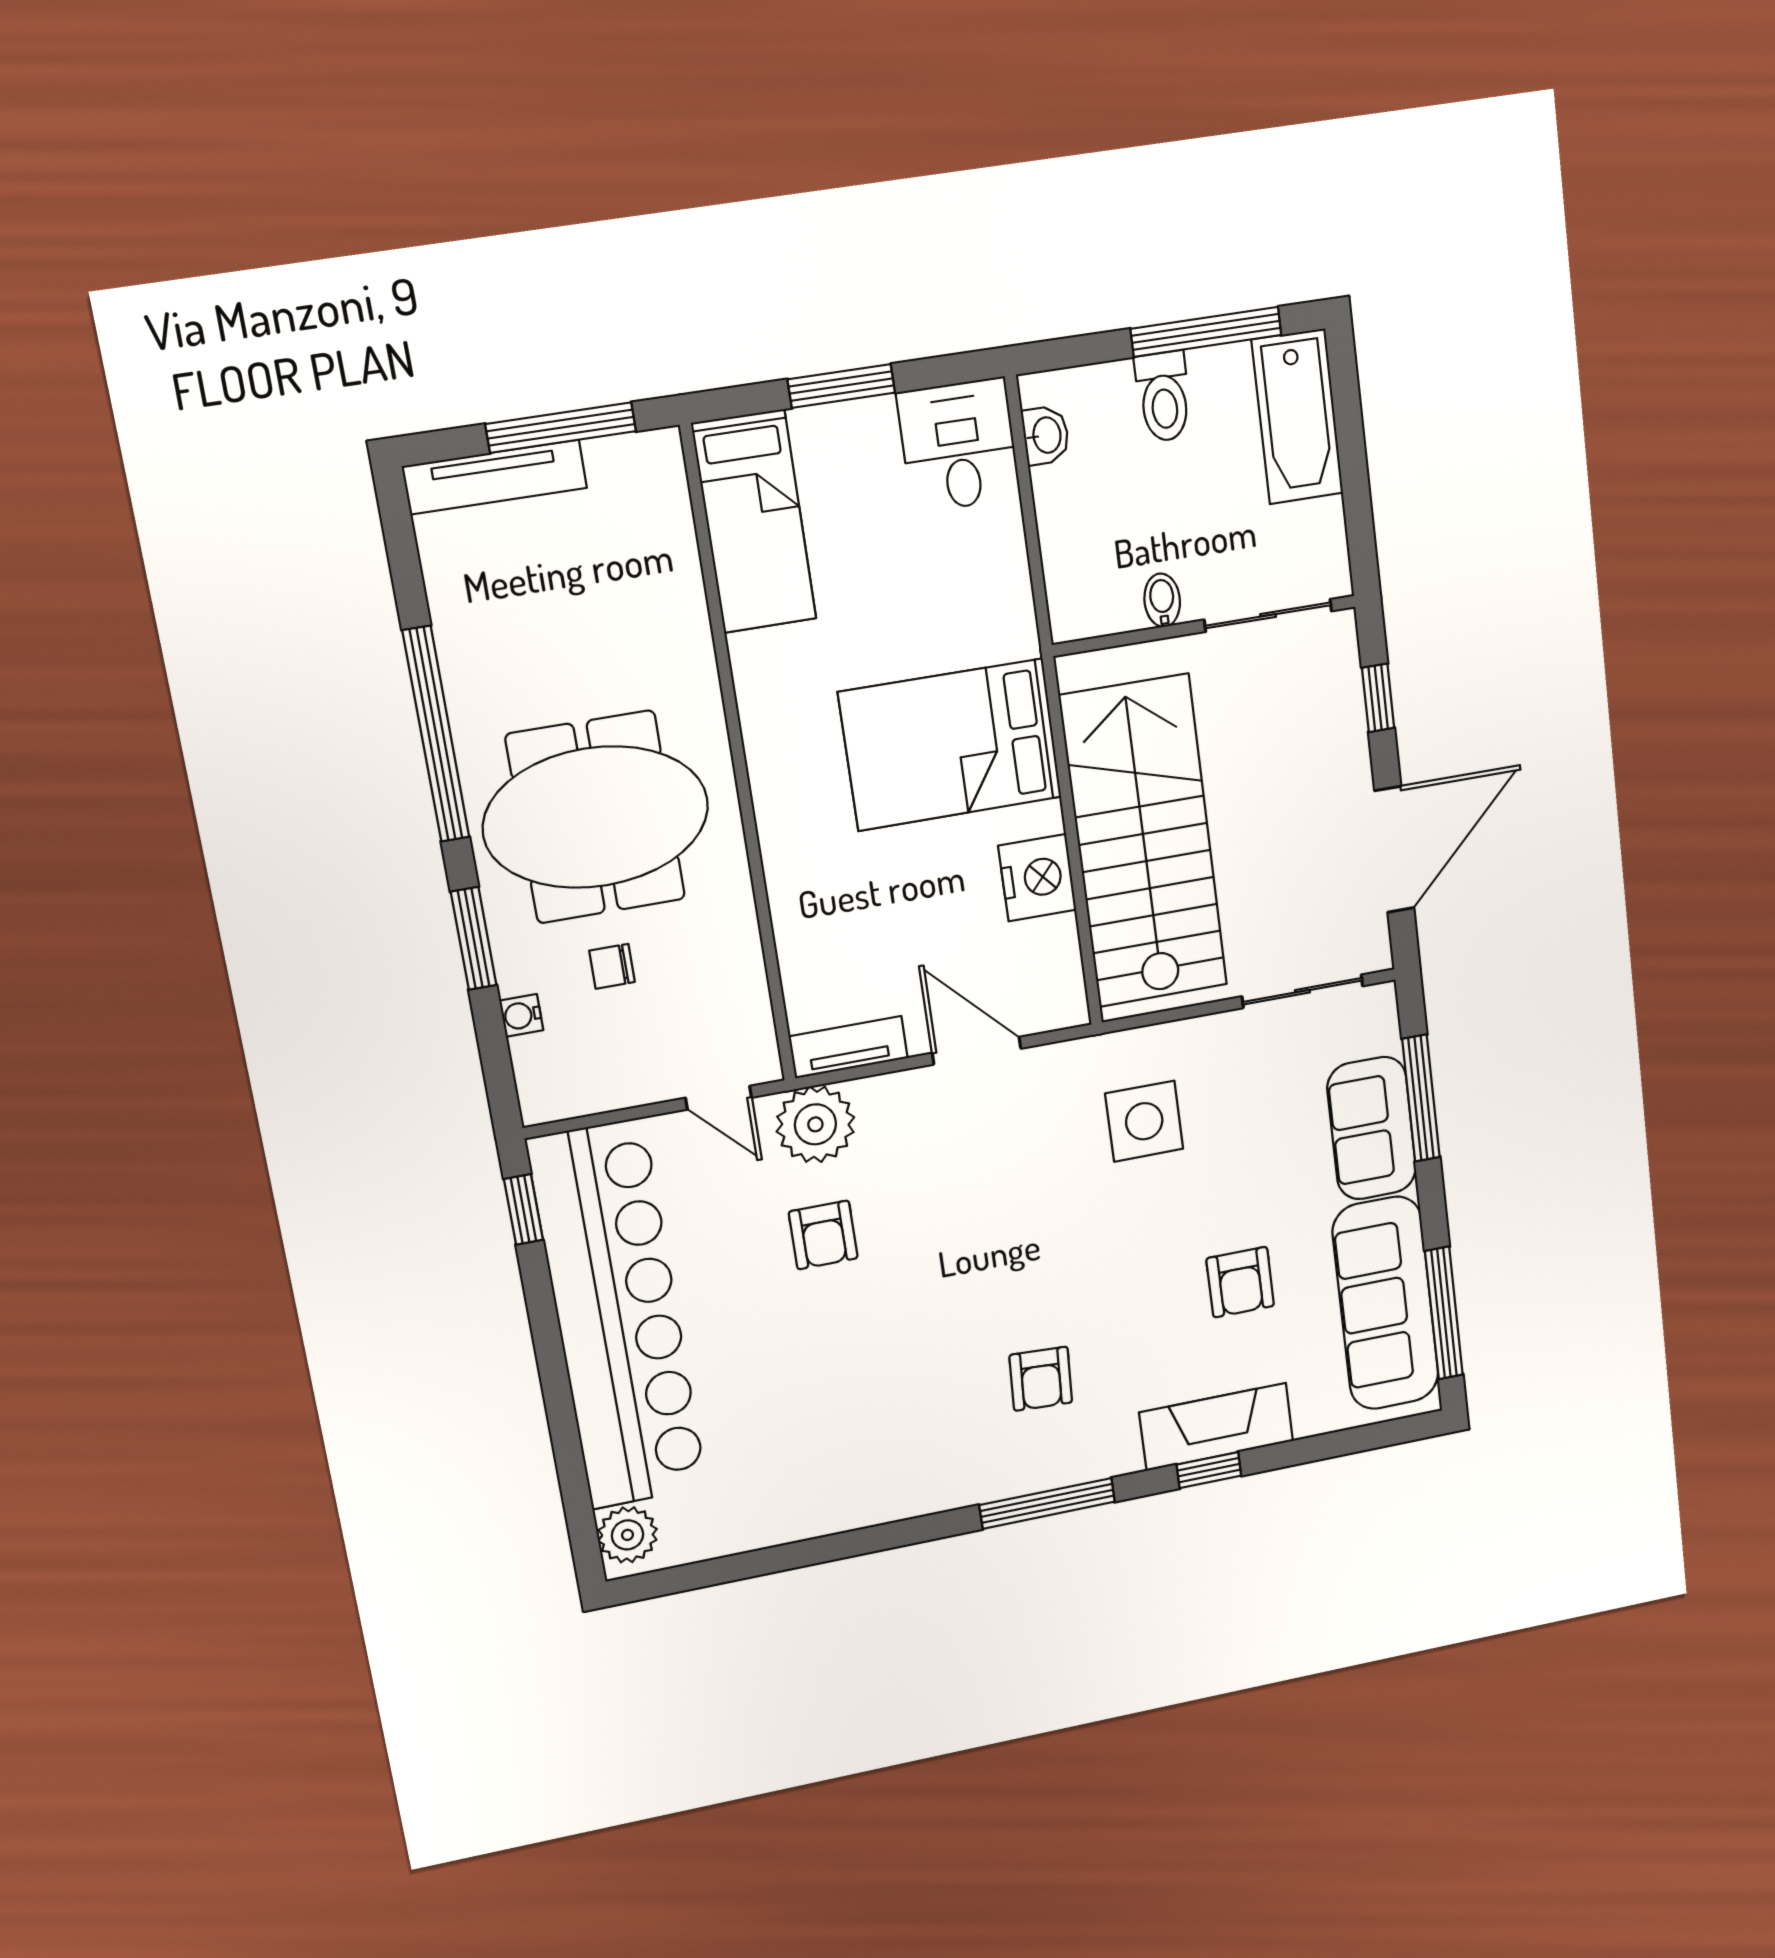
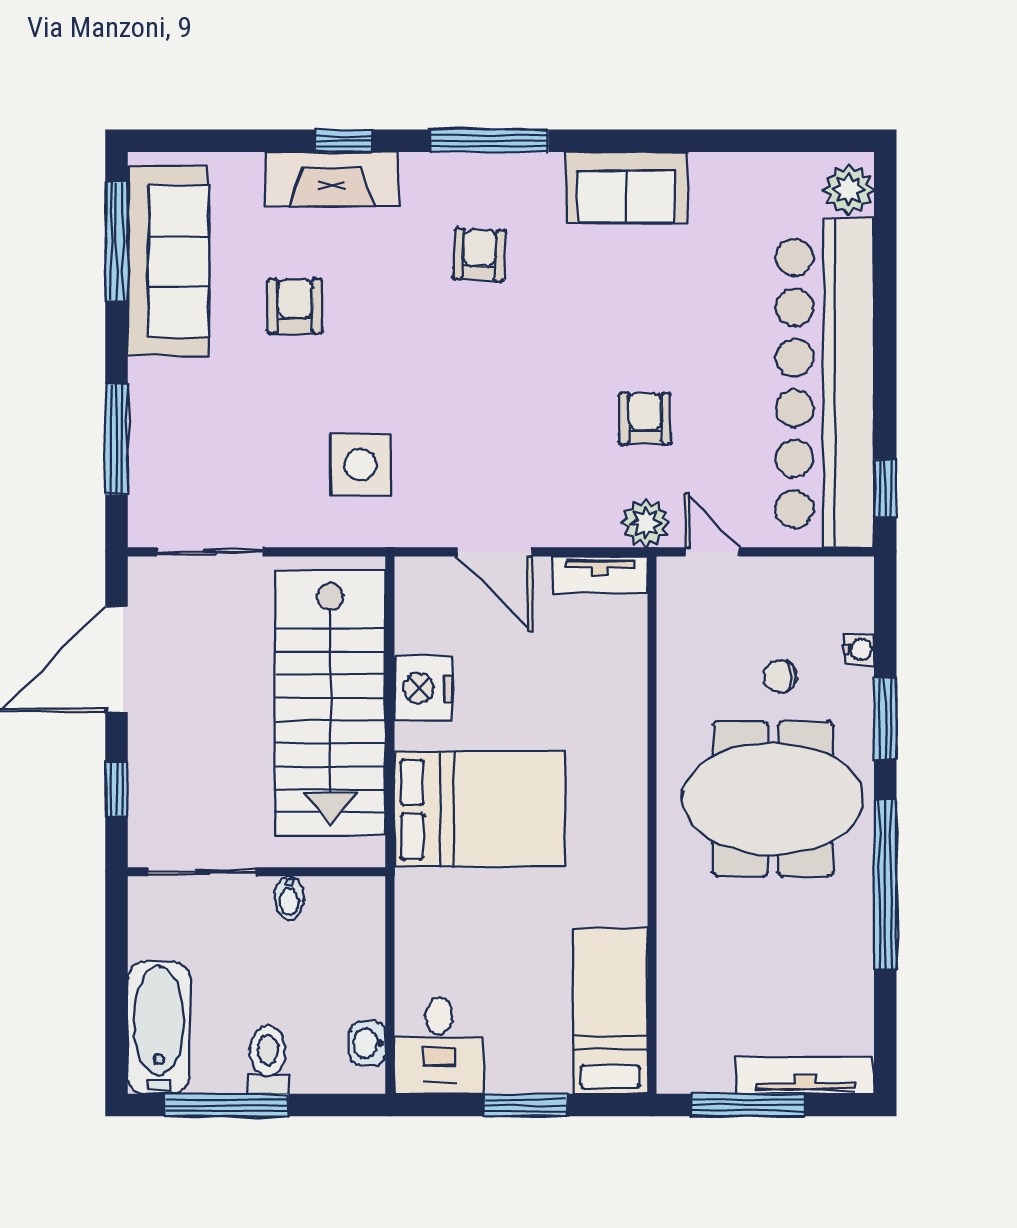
chair: (612, 966) -> (780, 676), turned 180
plant: (815, 1124) -> (646, 523), width x0.73, depth x0.73
sofa: (1372, 1128) -> (626, 187), moved, turned 90

